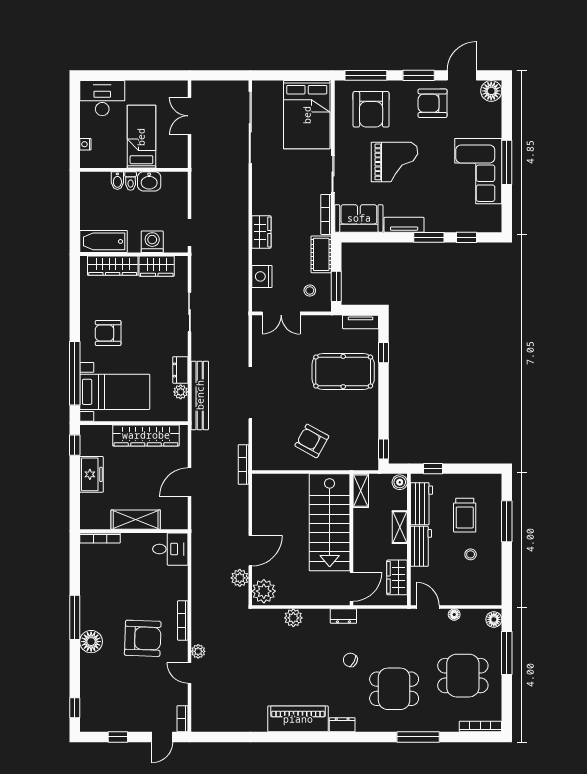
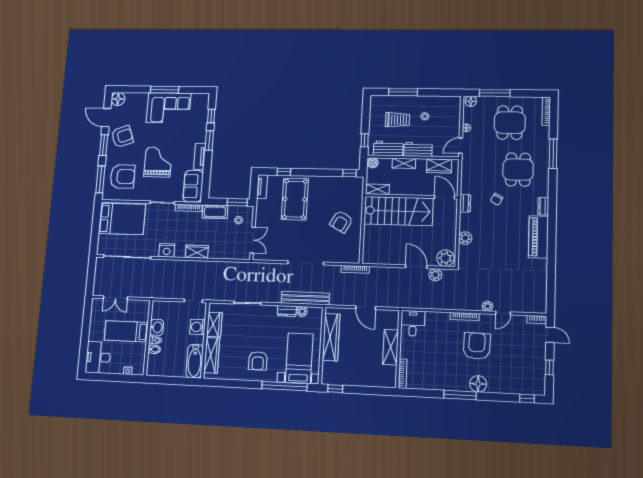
armchair: (433, 103) -> (122, 137), turned -110
nightstand: (262, 276) -> (167, 250), moved
freezer: (91, 474) -> (357, 378), removed

